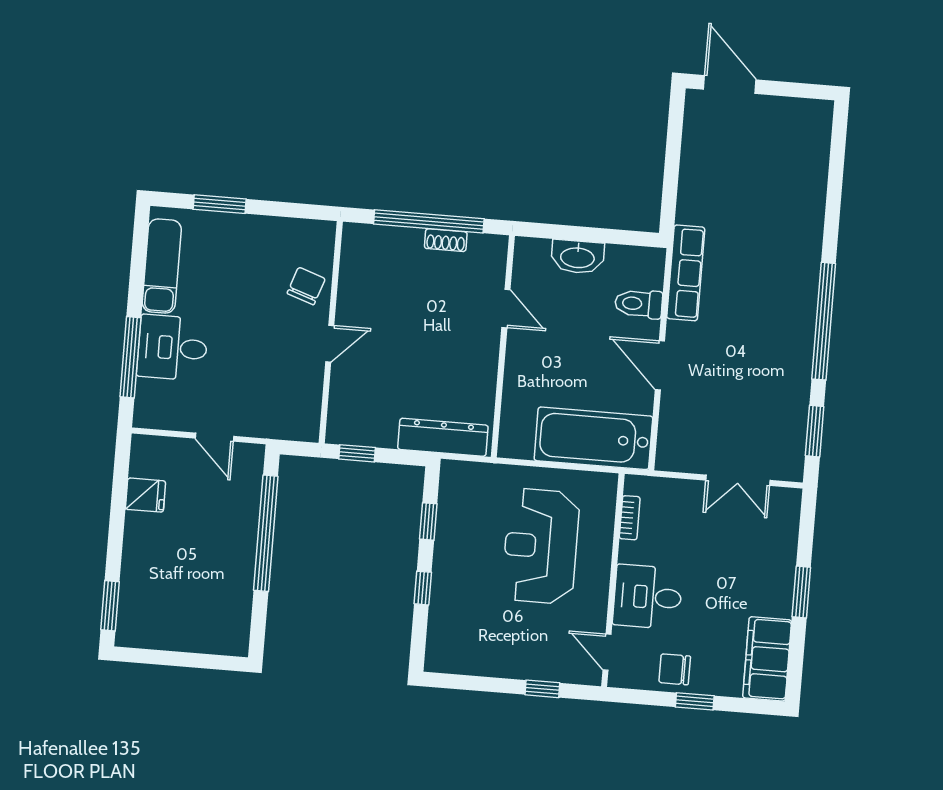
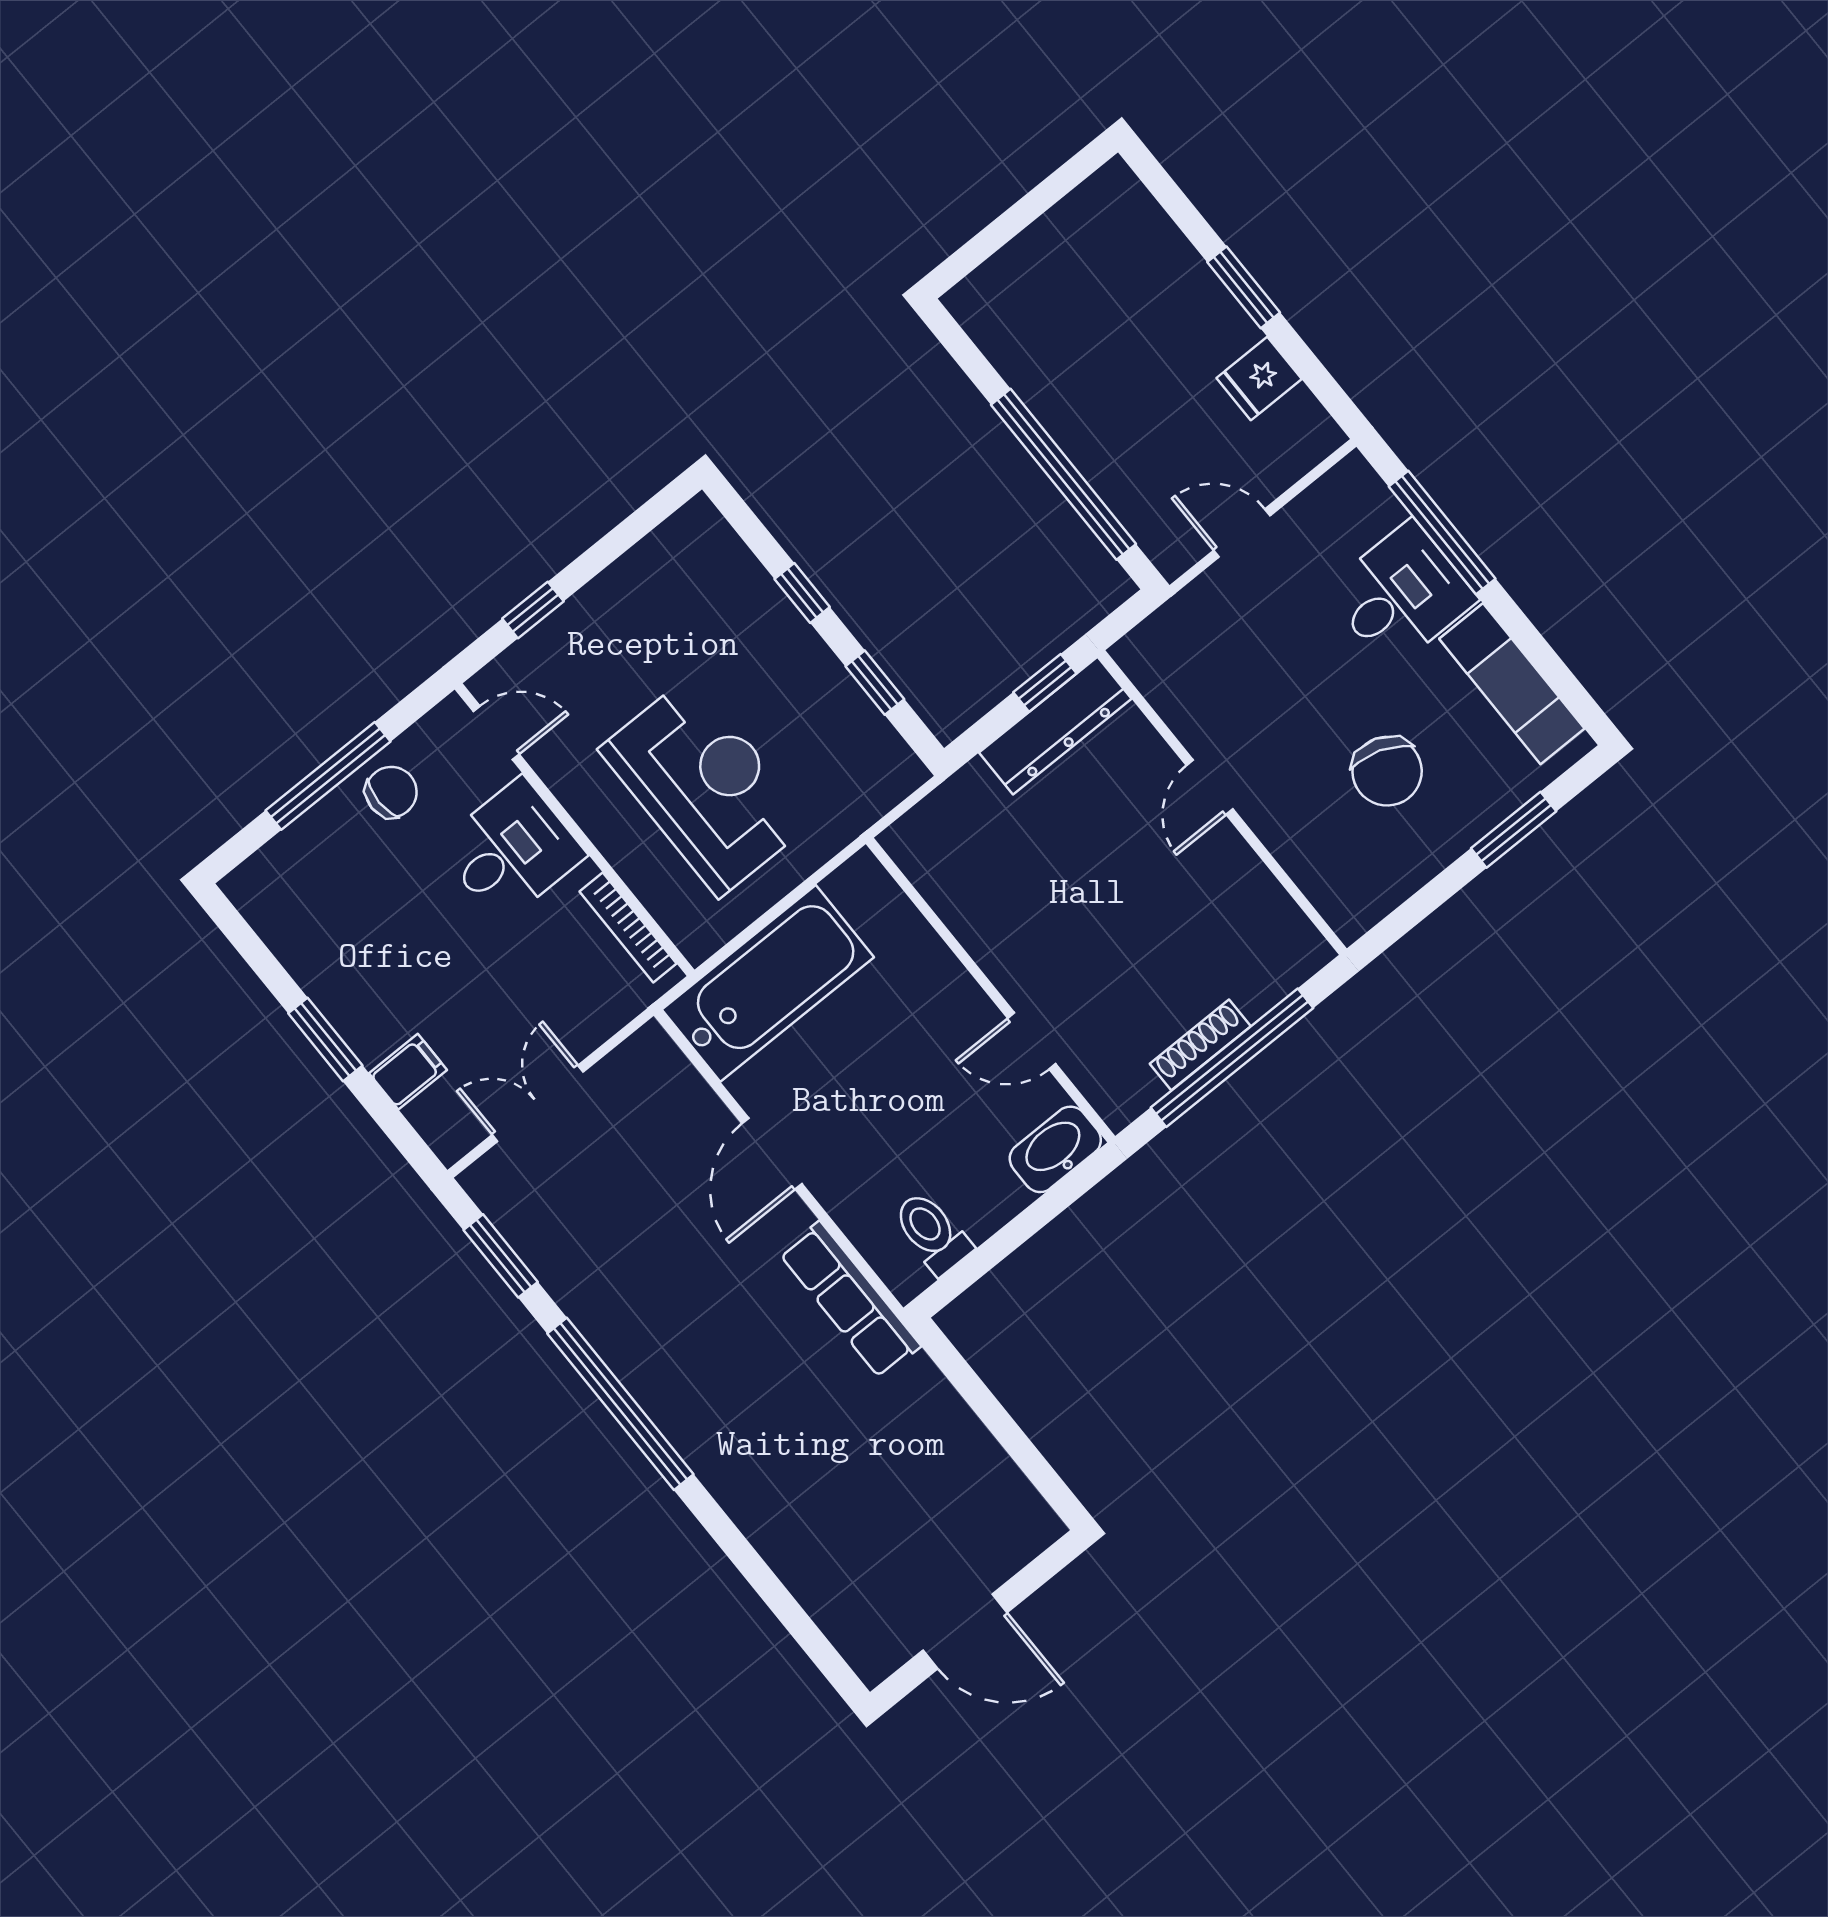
door: (730, 85) -> (965, 1631), moved
shoe rack: (446, 240) -> (1200, 1045), width x1.43
washbasin: (578, 257) -> (1055, 1149), moved
chair: (306, 286) -> (1387, 771), moved, width x1.37, depth x1.37
toilet: (639, 304) -> (932, 1233), moved, turned -90
door: (660, 365) -> (772, 1154), swing flipped
dresser: (443, 437) -> (1055, 726), moved
bookcase: (630, 518) -> (628, 927), width x1.56
window: (110, 606) -> (1244, 287), moved
filing cabinet: (767, 659) -> (408, 1072), moved, width x0.33, depth x0.86
window: (695, 701) -> (328, 776), width x2.17

